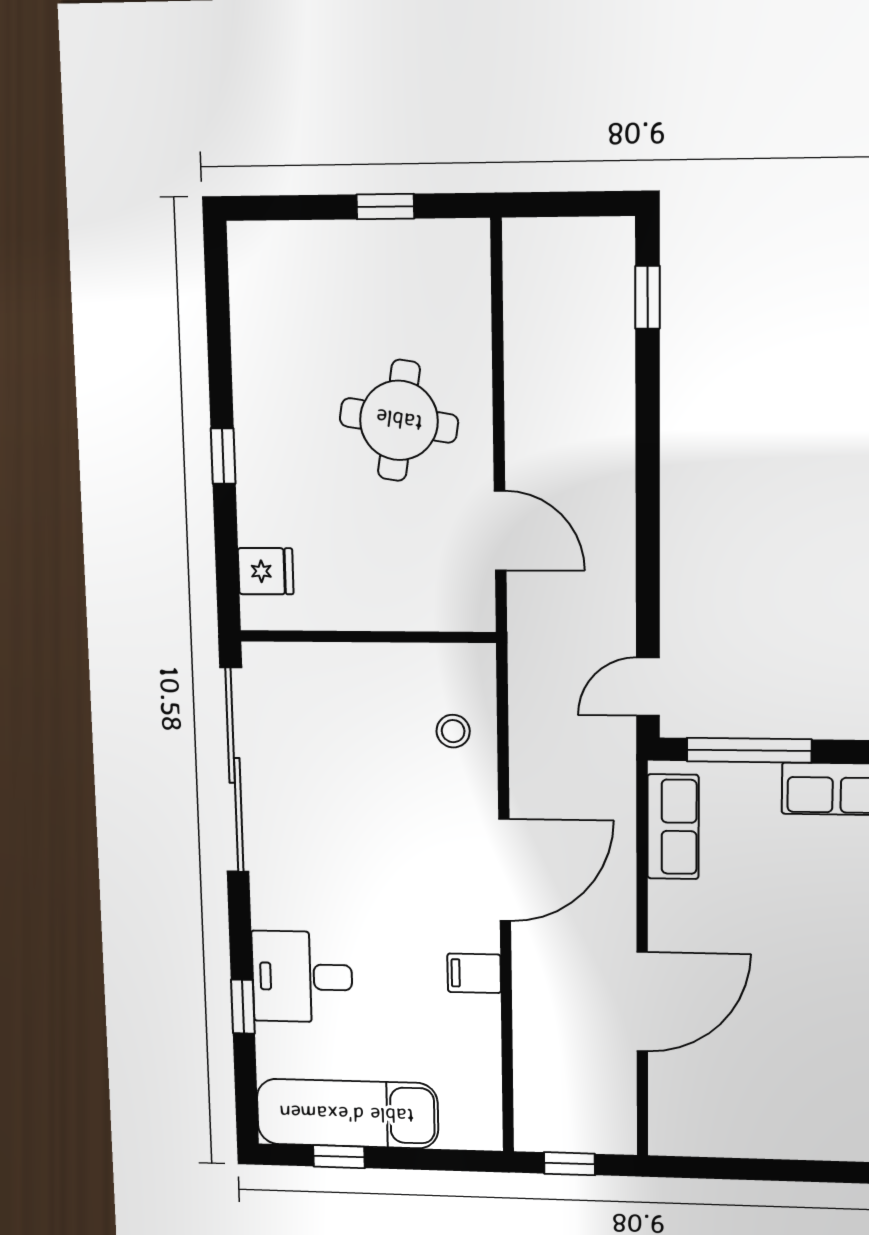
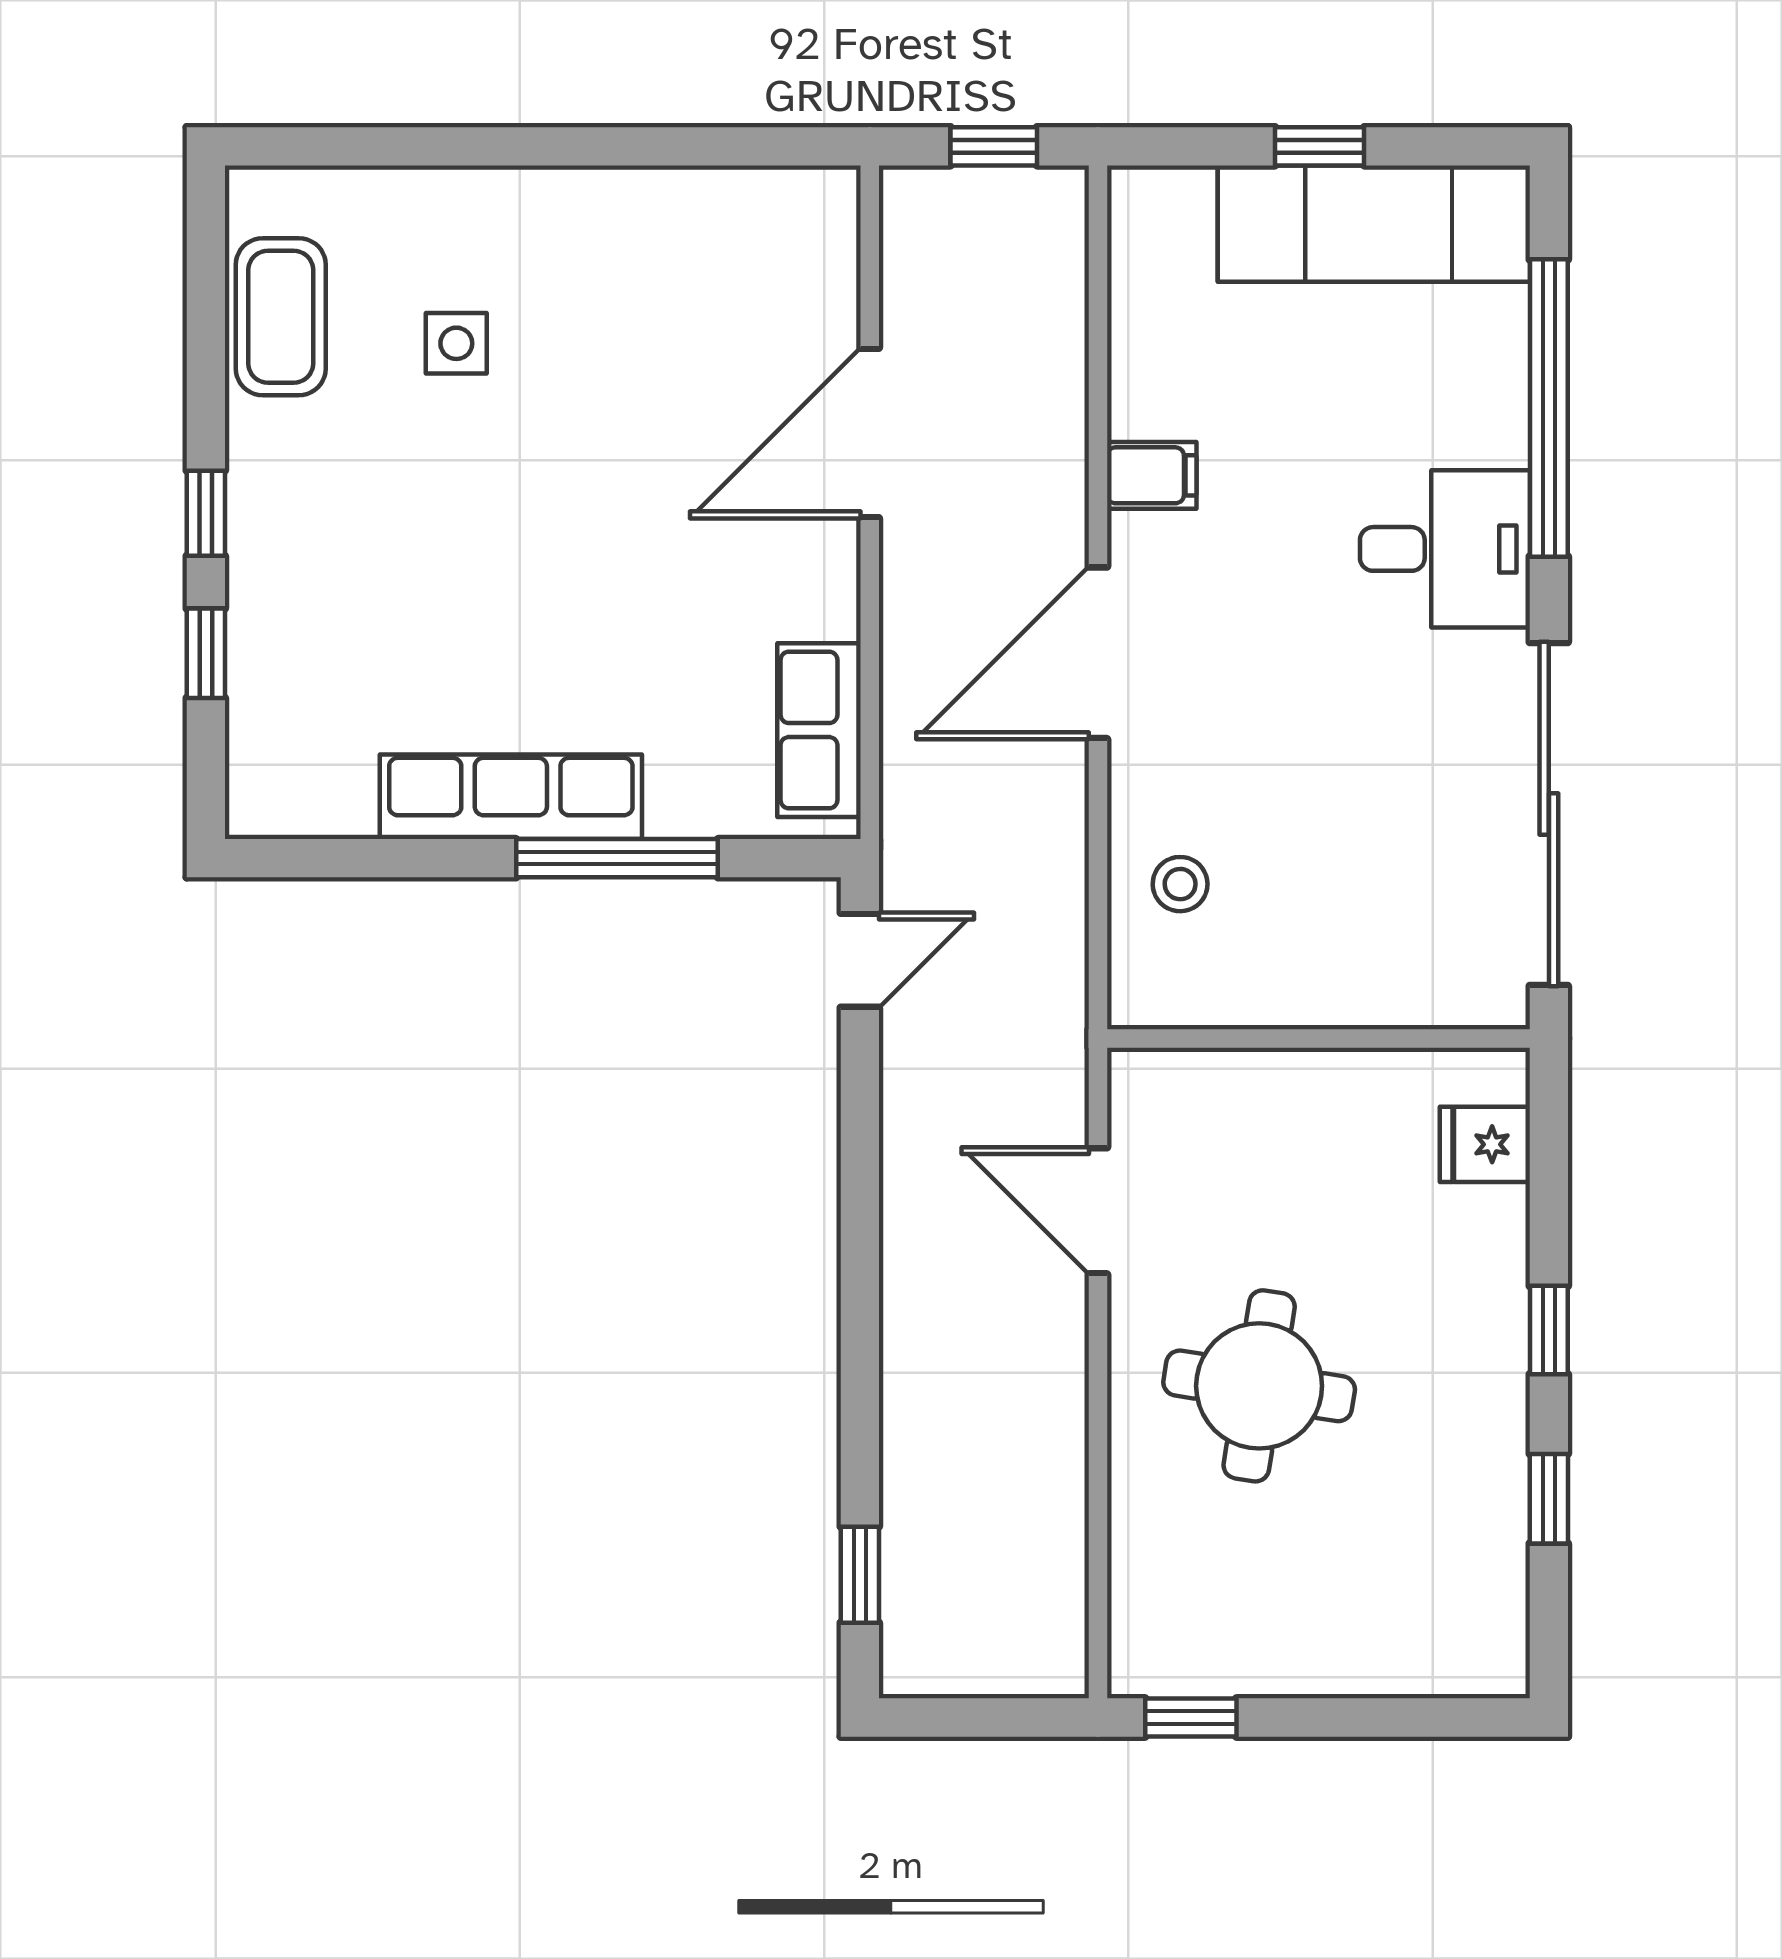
window: (385, 206) -> (1191, 1717), moved
window: (219, 350) -> (1549, 1499), added
window: (749, 750) -> (617, 858), moved
desk: (302, 977) -> (1445, 549), moved
window: (243, 1007) -> (1549, 408), width x3.17
window: (339, 1157) -> (1320, 146), moved

